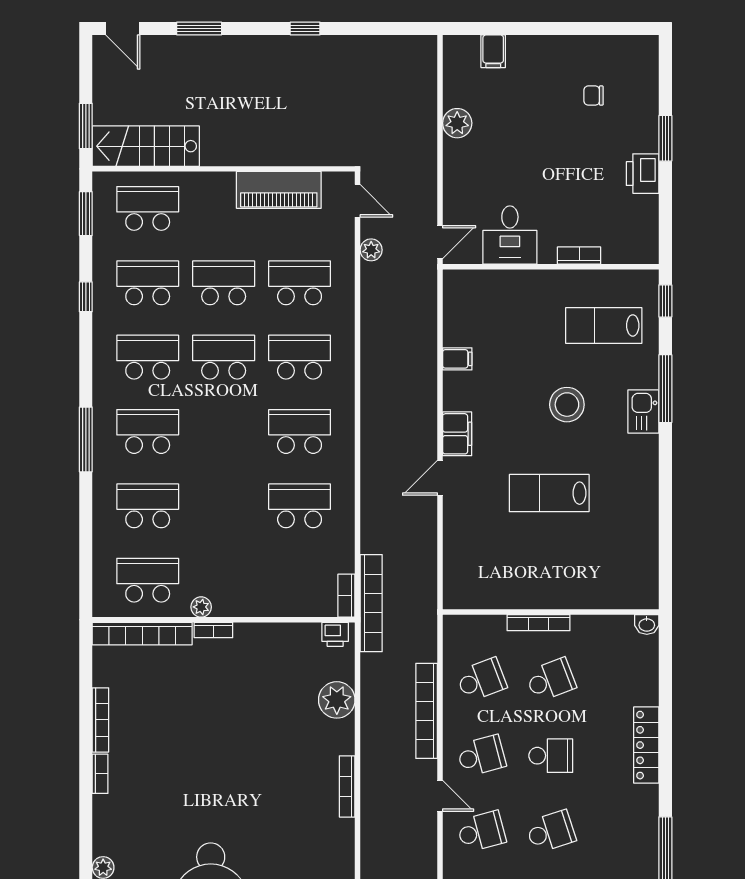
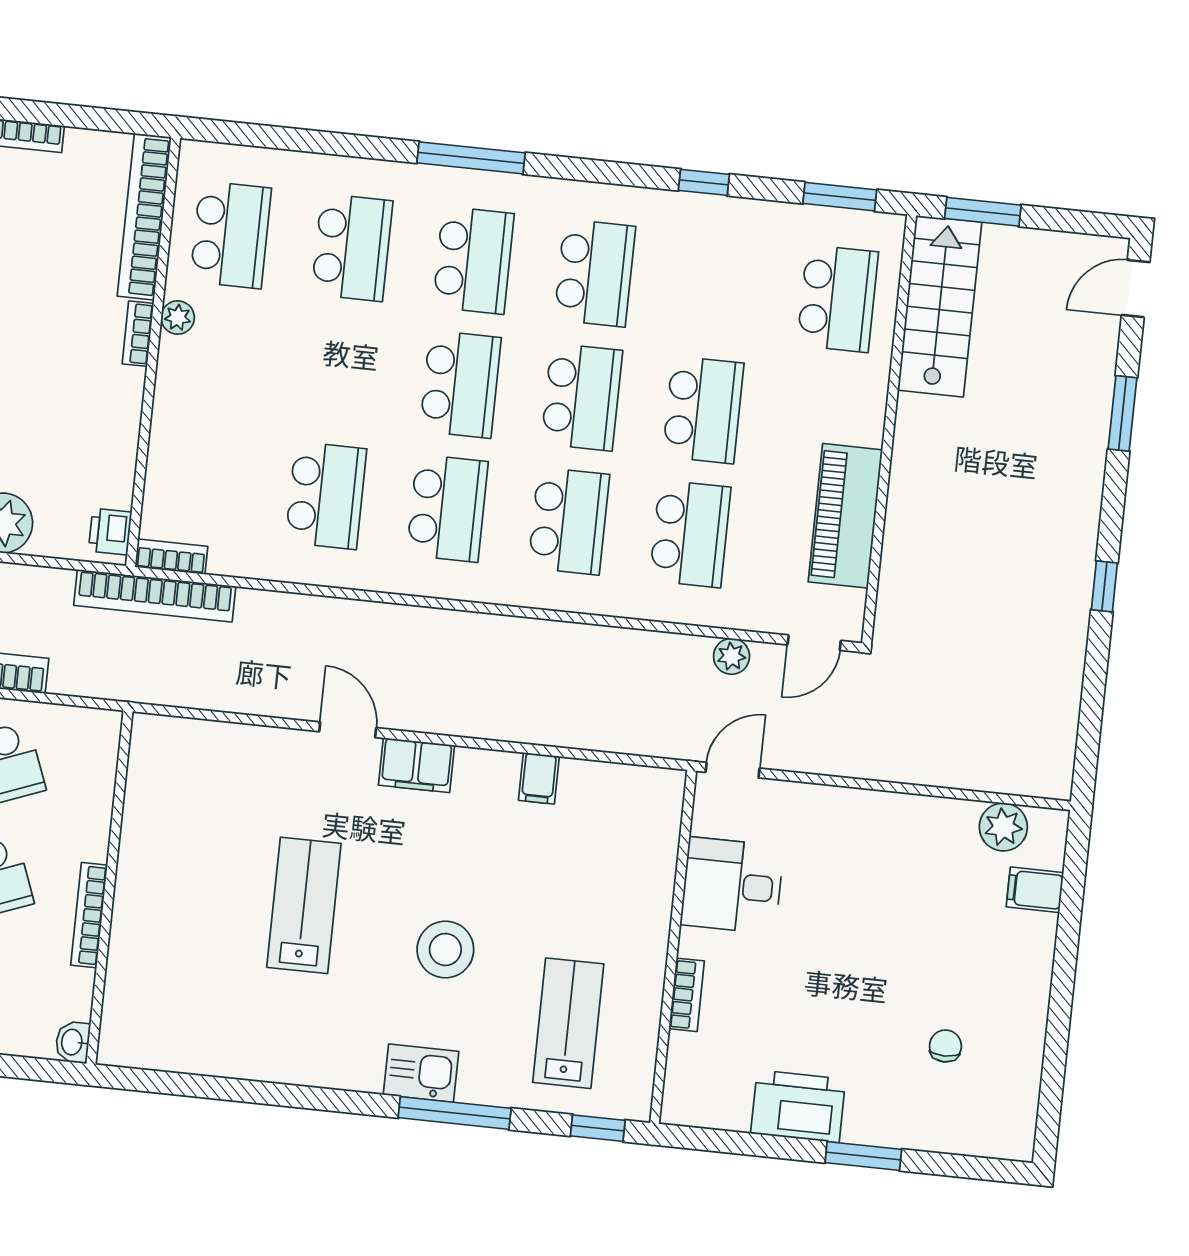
plant: (457, 123) -> (1003, 827), moved
printer: (643, 174) -> (798, 1106), width x1.37, depth x1.19
door: (440, 242) -> (733, 770), swing flipped
school desk: (148, 283) -> (460, 384), moved
bookcase: (538, 623) -> (89, 915), moved

